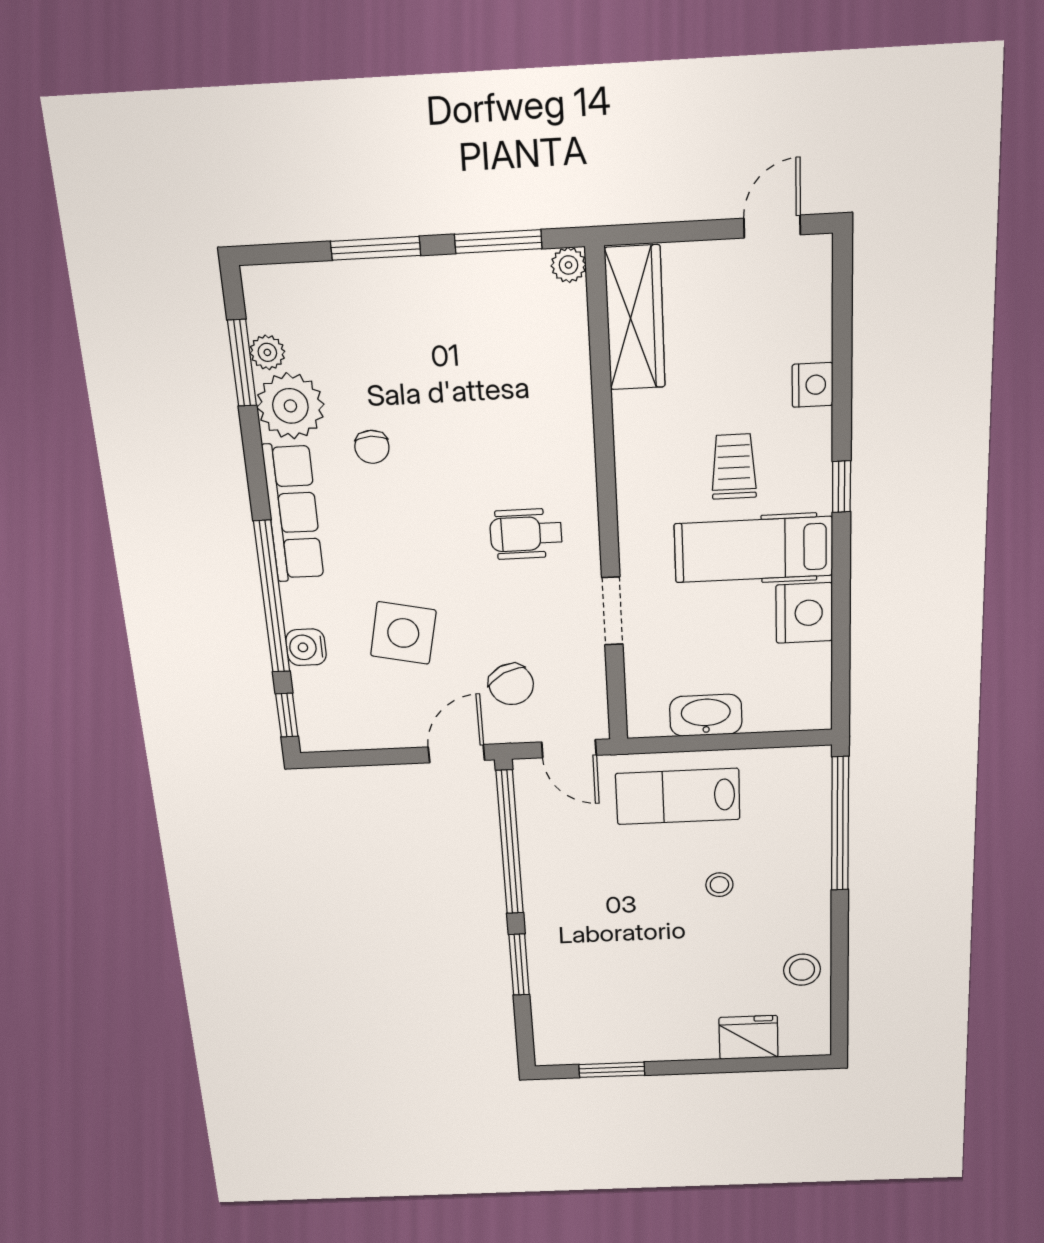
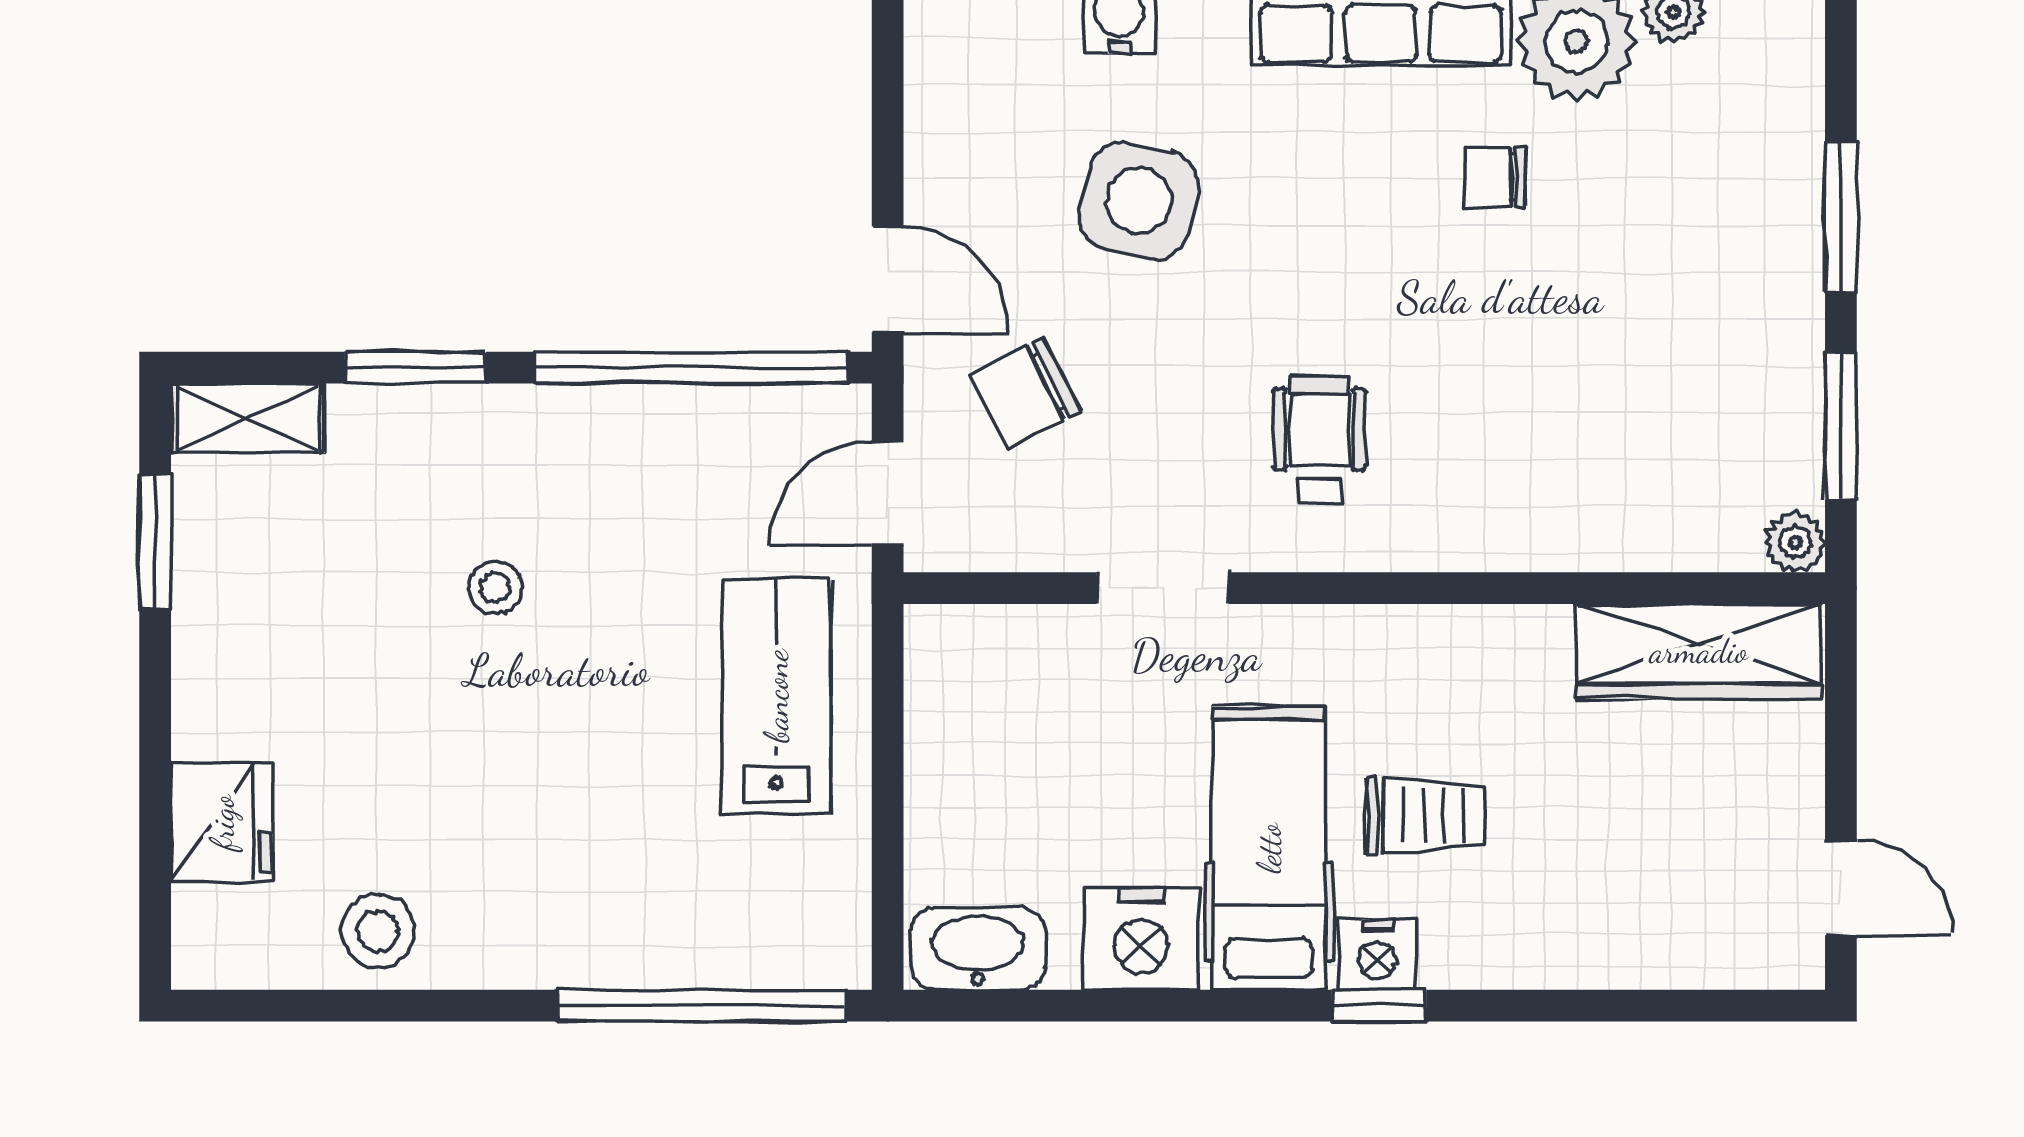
nightstand: (813, 385) -> (1377, 955), moved
washbasin: (706, 715) -> (978, 949), moved, turned -90
stool: (719, 885) -> (495, 588), moved
shelving: (549, 1034) -> (248, 418), added

